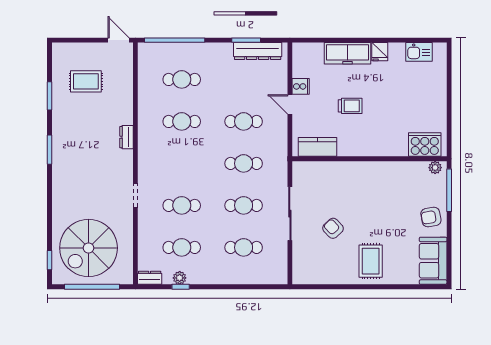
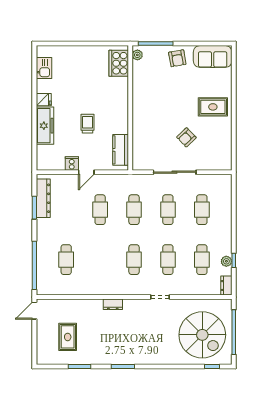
cafe table: (182, 121) -> (134, 260), moved

